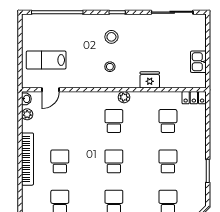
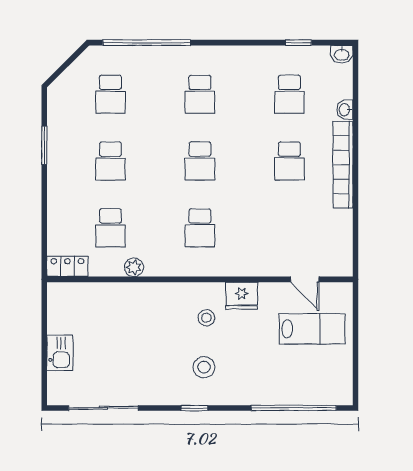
kitchen sink: (198, 62) -> (60, 353), moved
fridge: (150, 80) -> (242, 296), moved
door: (51, 90) -> (305, 279), swing flipped
plant: (124, 97) -> (134, 267), moved
washbasin: (26, 99) -> (345, 110), moved
plant: (27, 114) -> (344, 239), removed

